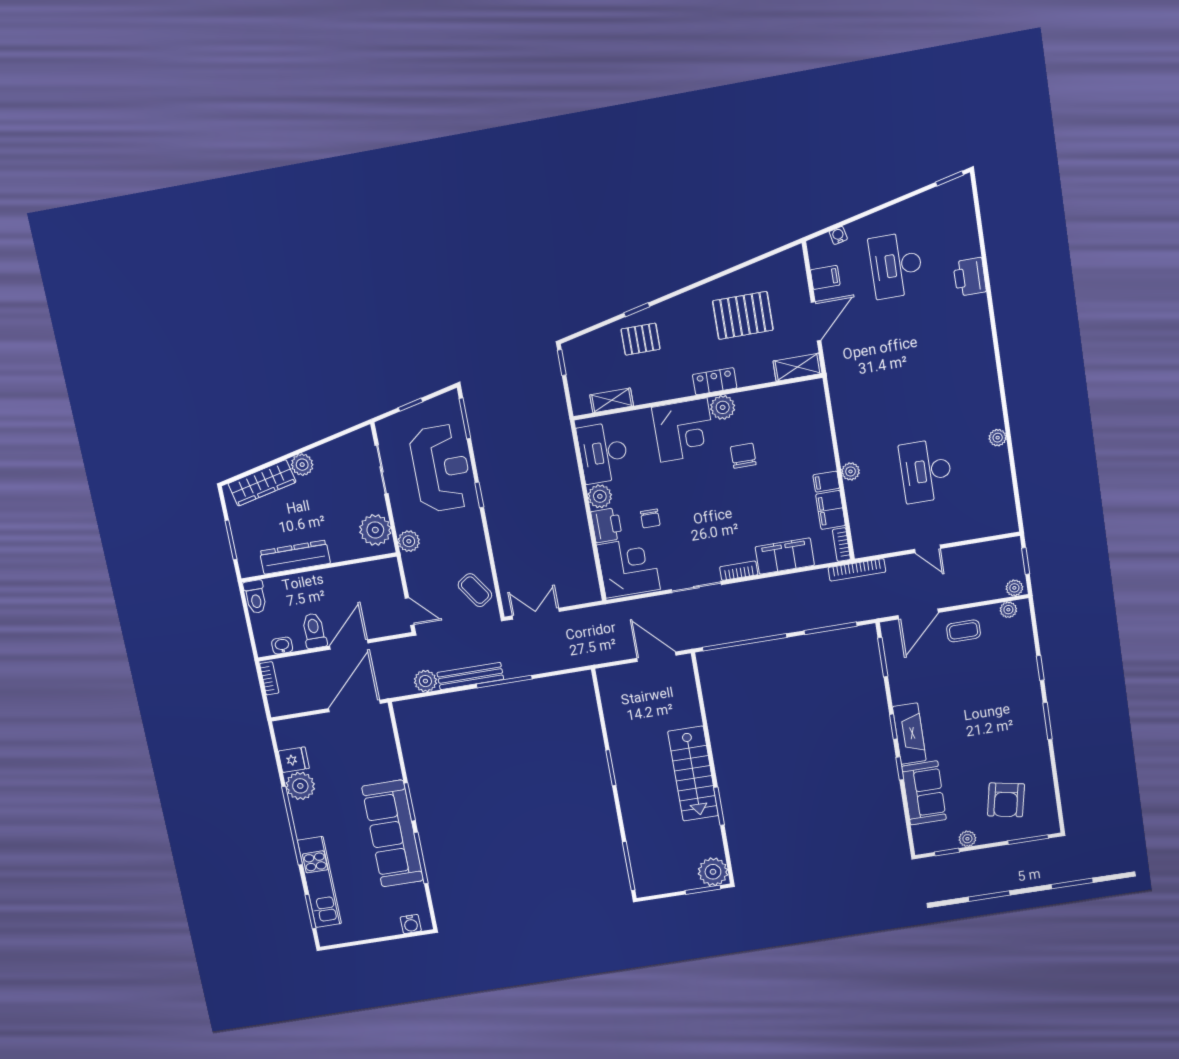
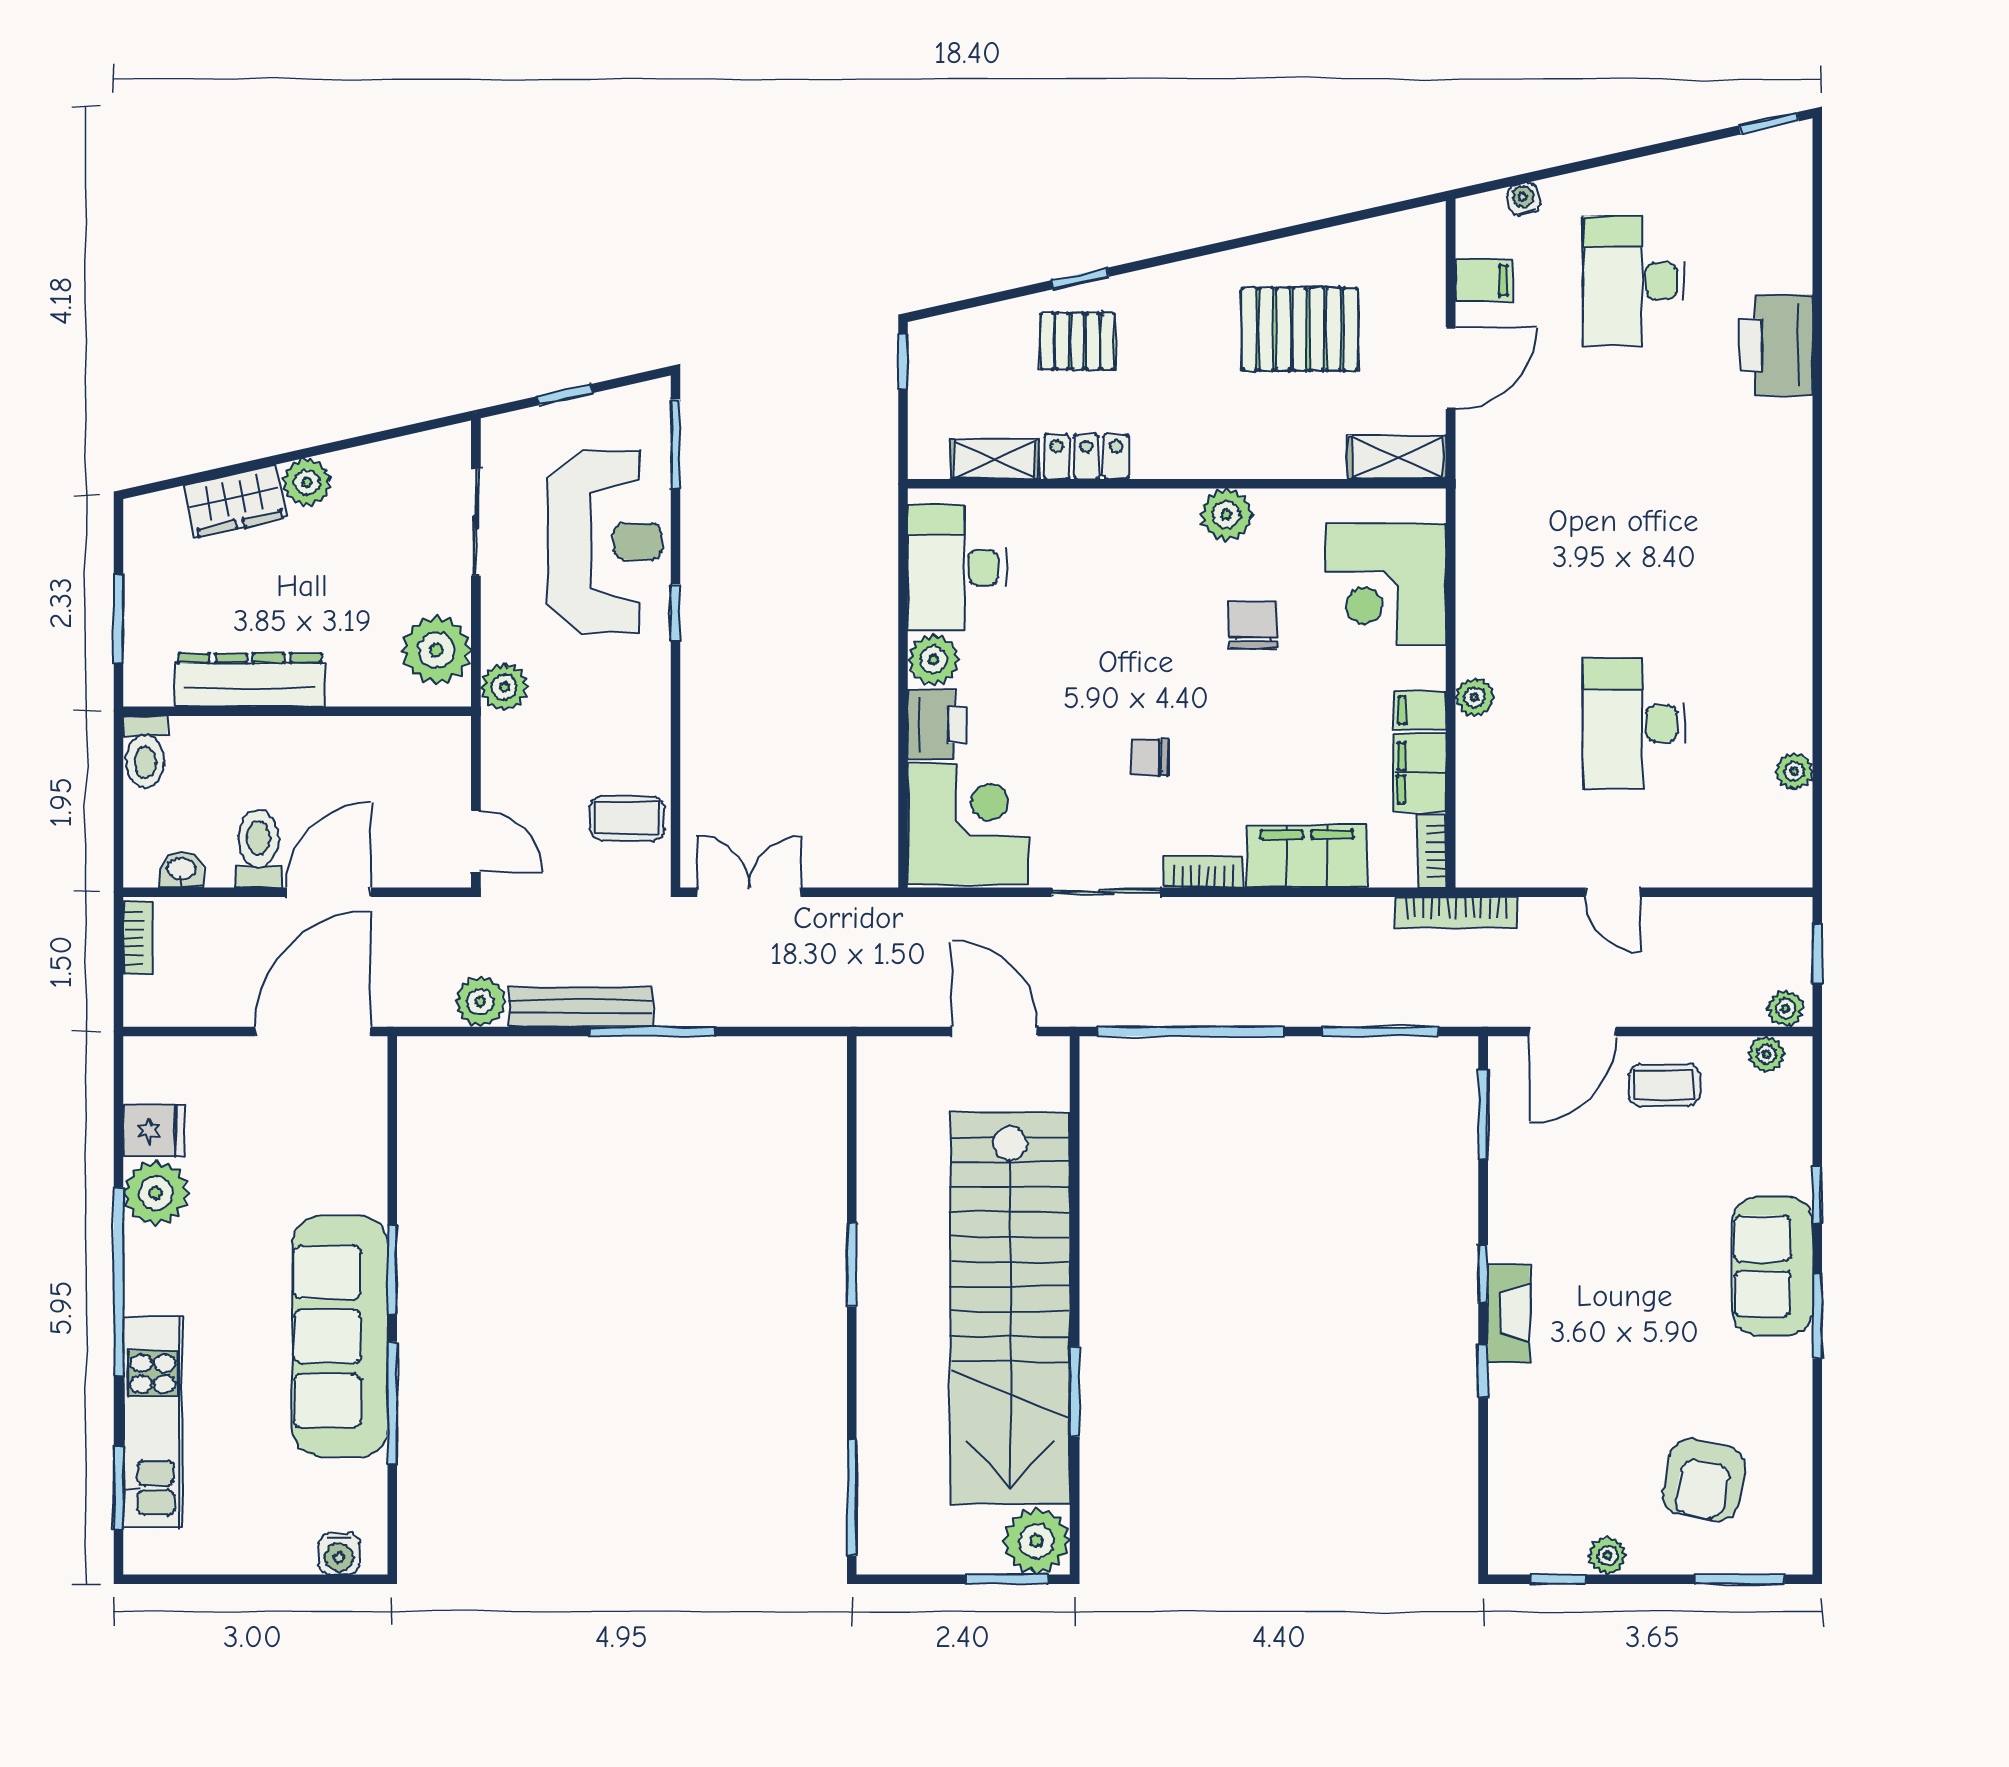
printer: (970, 277) -> (1776, 345), width x1.37, depth x1.19
locker: (715, 381) -> (1086, 457), moved
corner desk: (684, 430) -> (1386, 584), moved, turned 90
plant: (998, 438) -> (1794, 771), moved
wardrobe: (262, 483) -> (235, 502), width x0.67
chair: (650, 518) -> (1150, 757), moved, turned 90
coffee table: (475, 590) -> (627, 818), turned -56
fireplace: (909, 734) -> (1509, 1313), width x0.73, depth x0.76
stairs: (693, 774) -> (1010, 1308), width x1.86, depth x1.51
sofa: (924, 793) -> (1773, 1266), moved, turned 180

